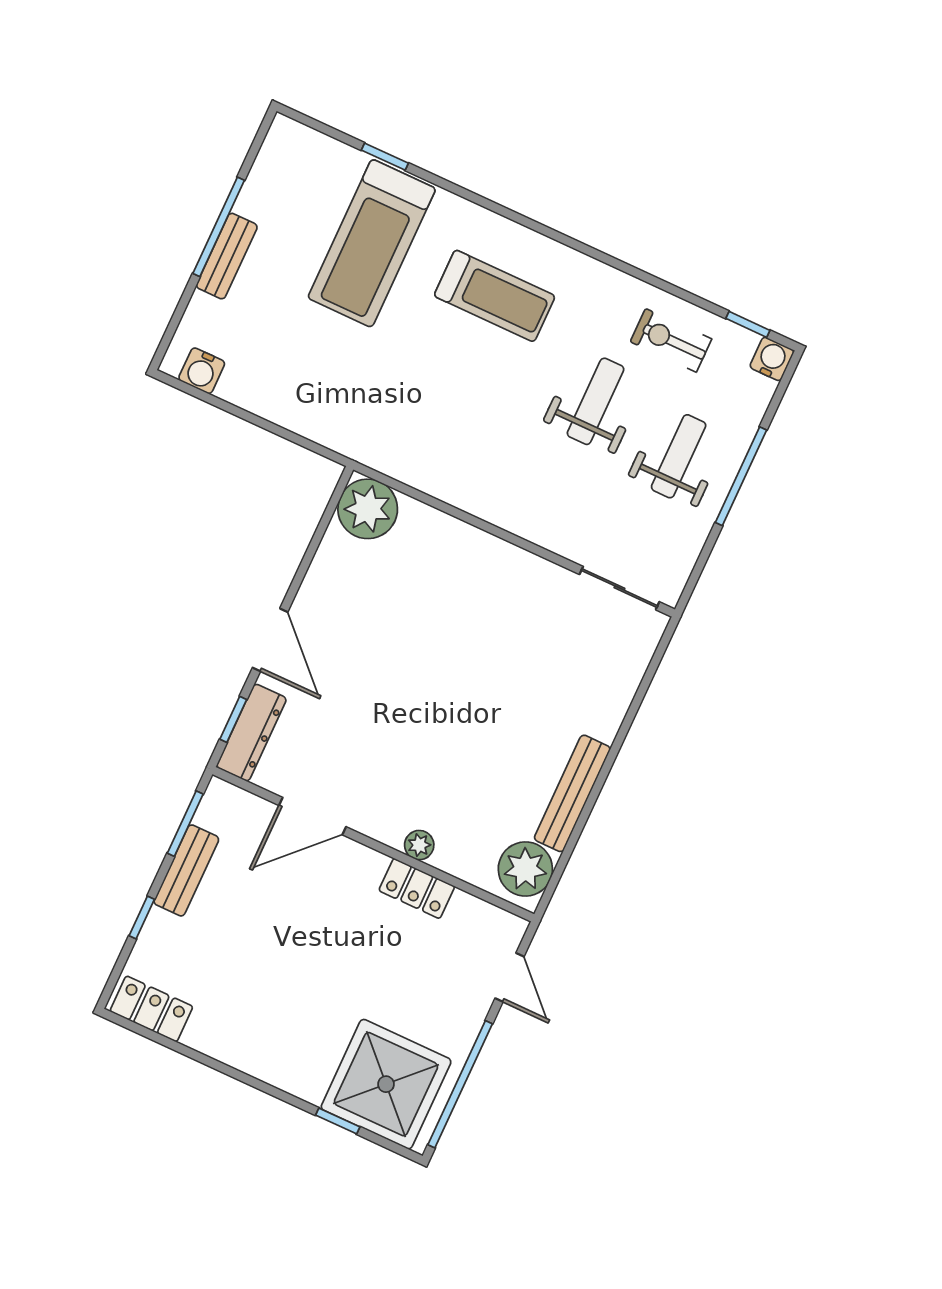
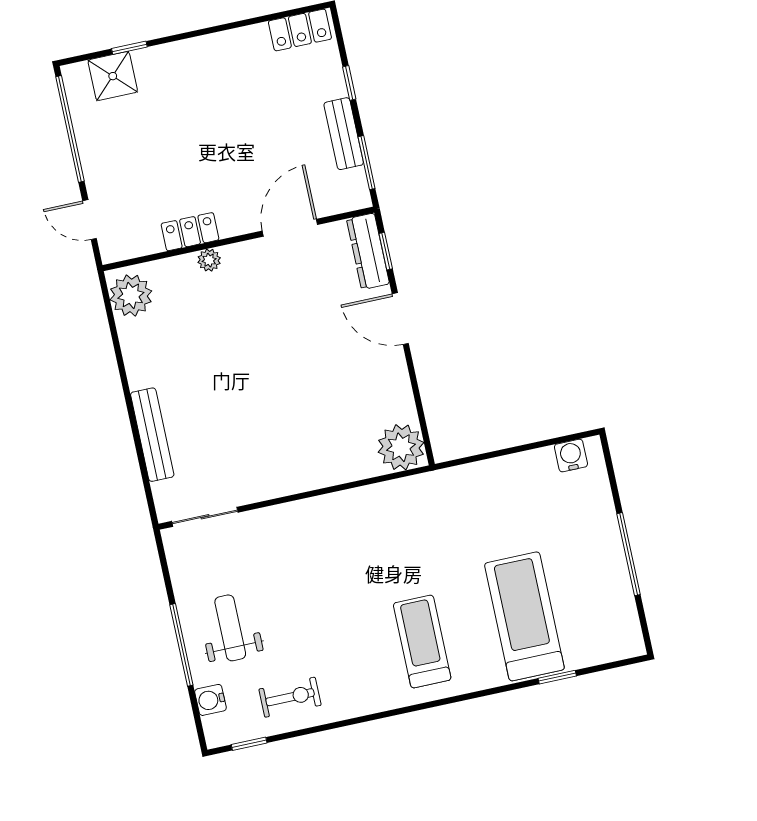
bench: (227, 256) -> (610, 540), removed
treadmill: (495, 296) -> (422, 642), turned 90
water cooler: (772, 359) -> (210, 700), moved, turned 90
weight bench: (596, 401) -> (309, 623), removed
weight bench: (679, 456) -> (230, 628), turned 180
bench: (572, 793) -> (152, 435), moved
shower: (386, 1084) -> (113, 76), width x0.54, depth x0.54

